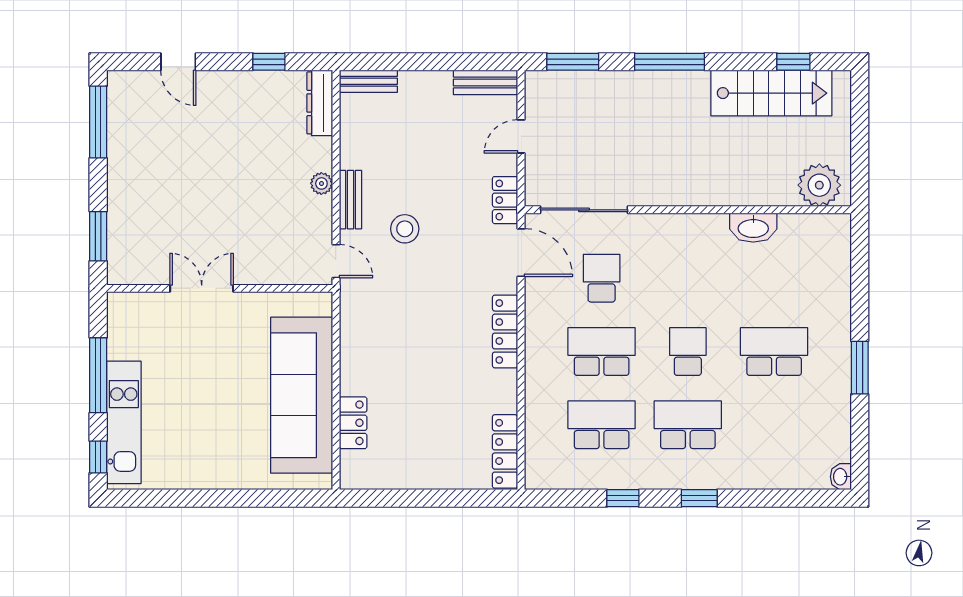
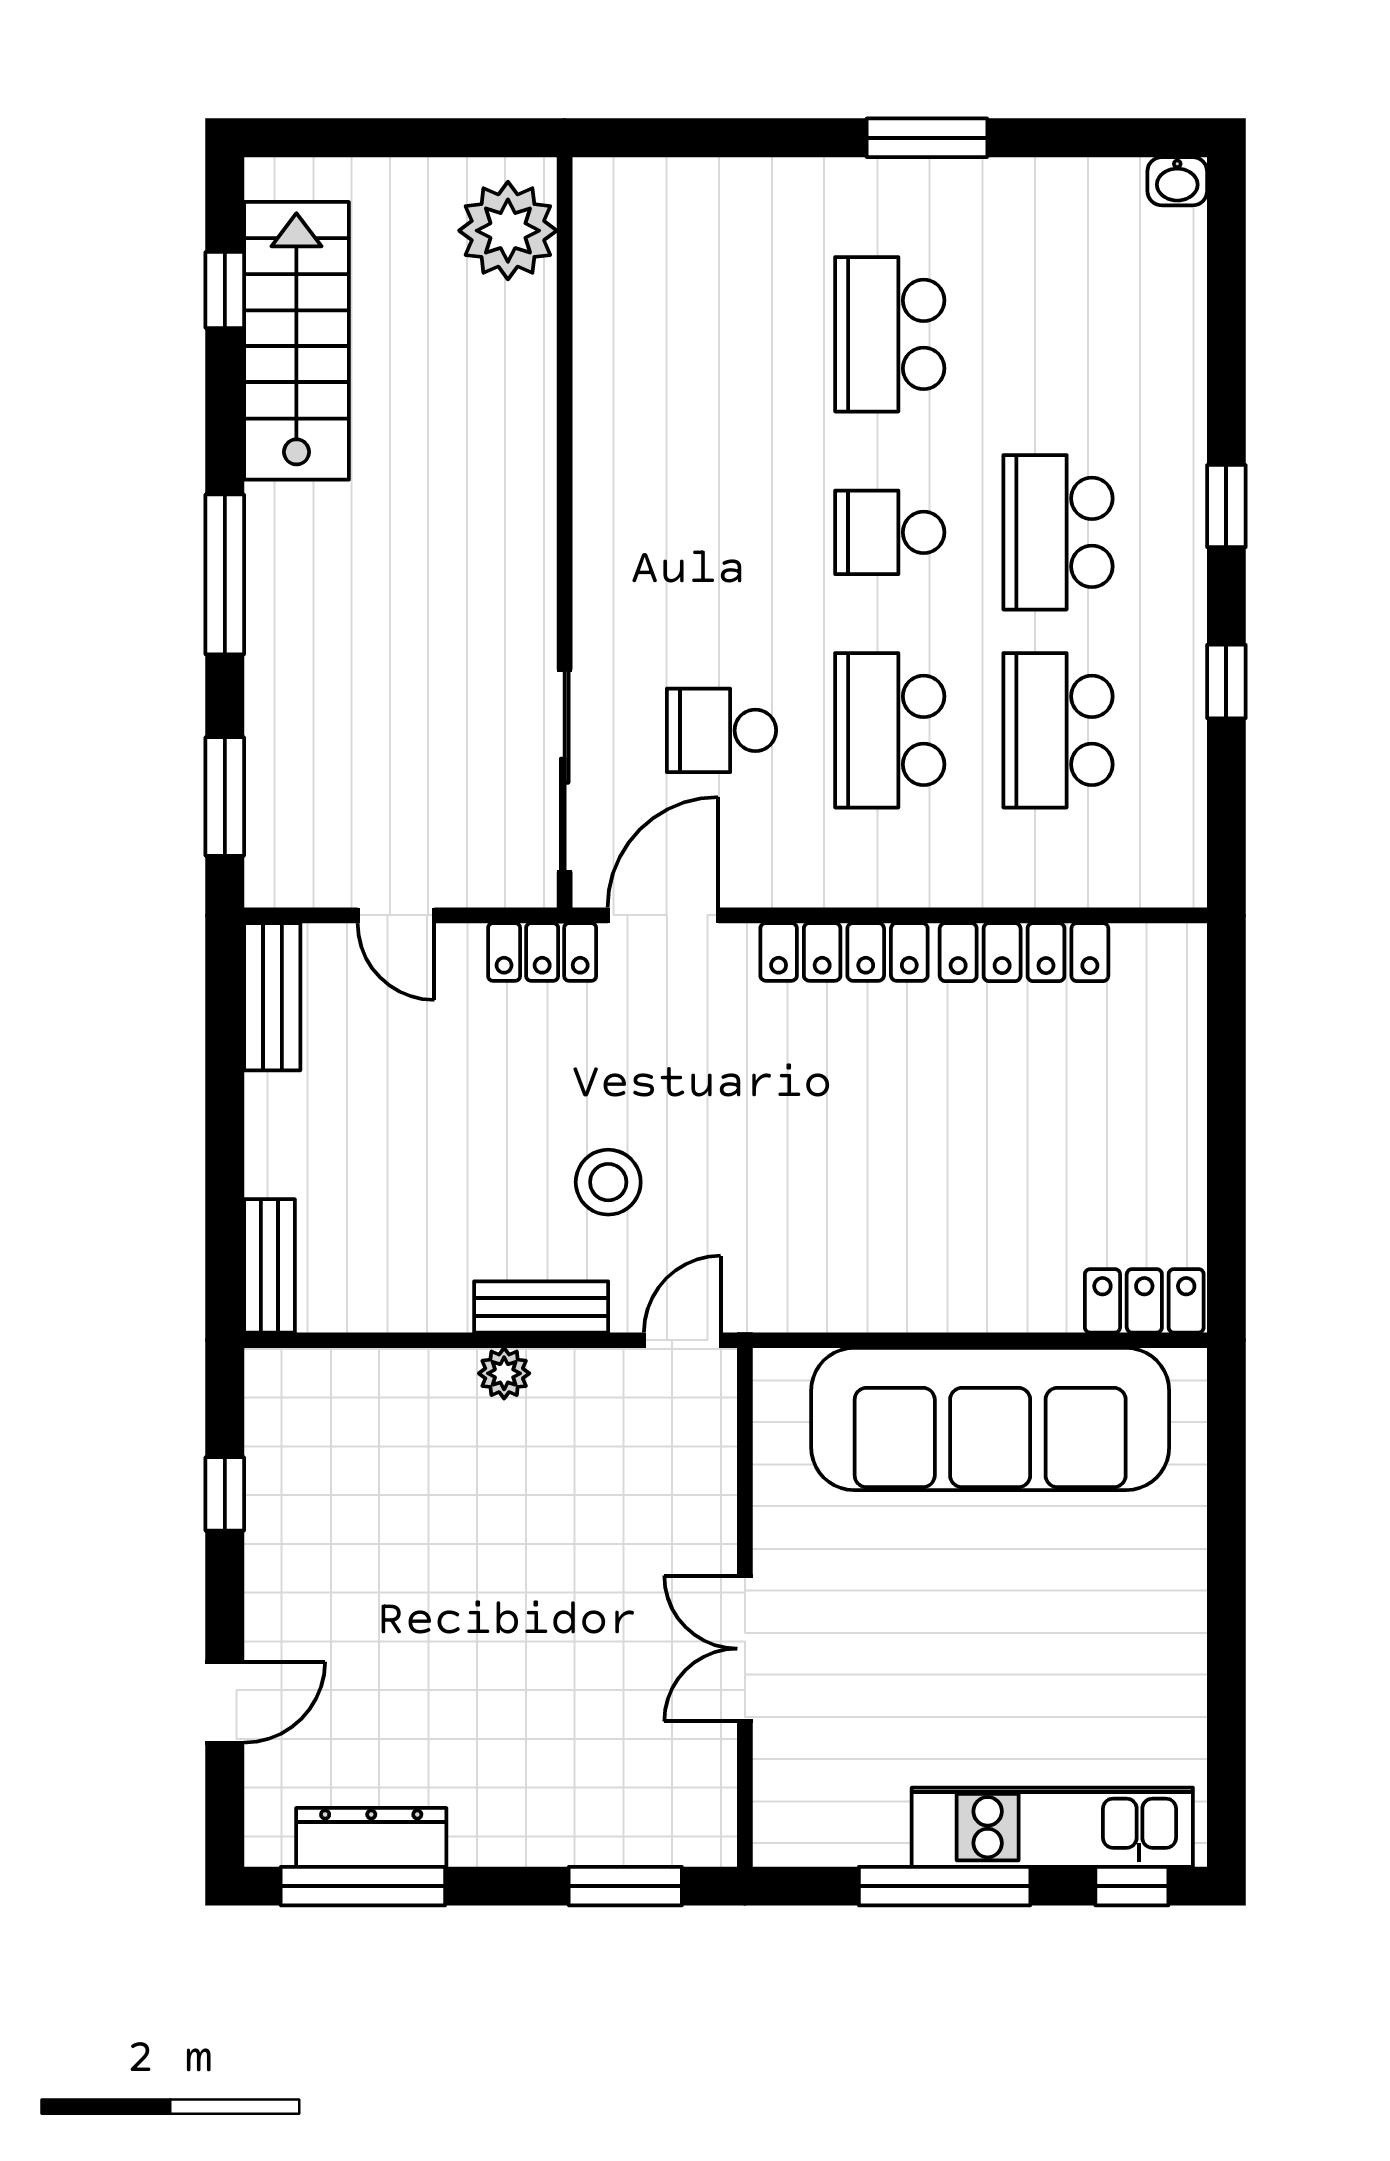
dresser: (320, 103) -> (371, 1837), moved, turned 180
washbasin: (753, 228) -> (605, 382), removed
locker: (353, 423) -> (1144, 1301), moved
locker: (505, 451) -> (1024, 952), moved

